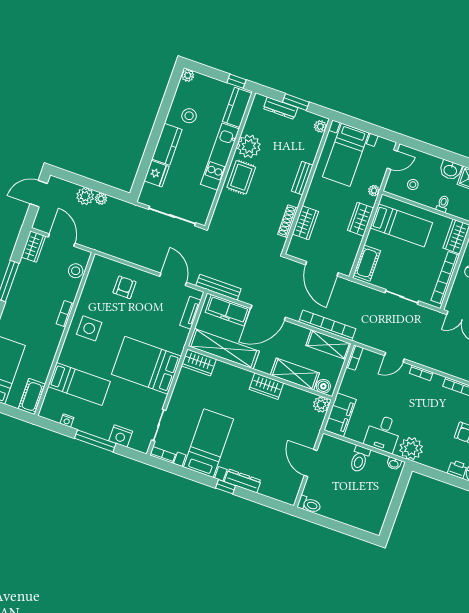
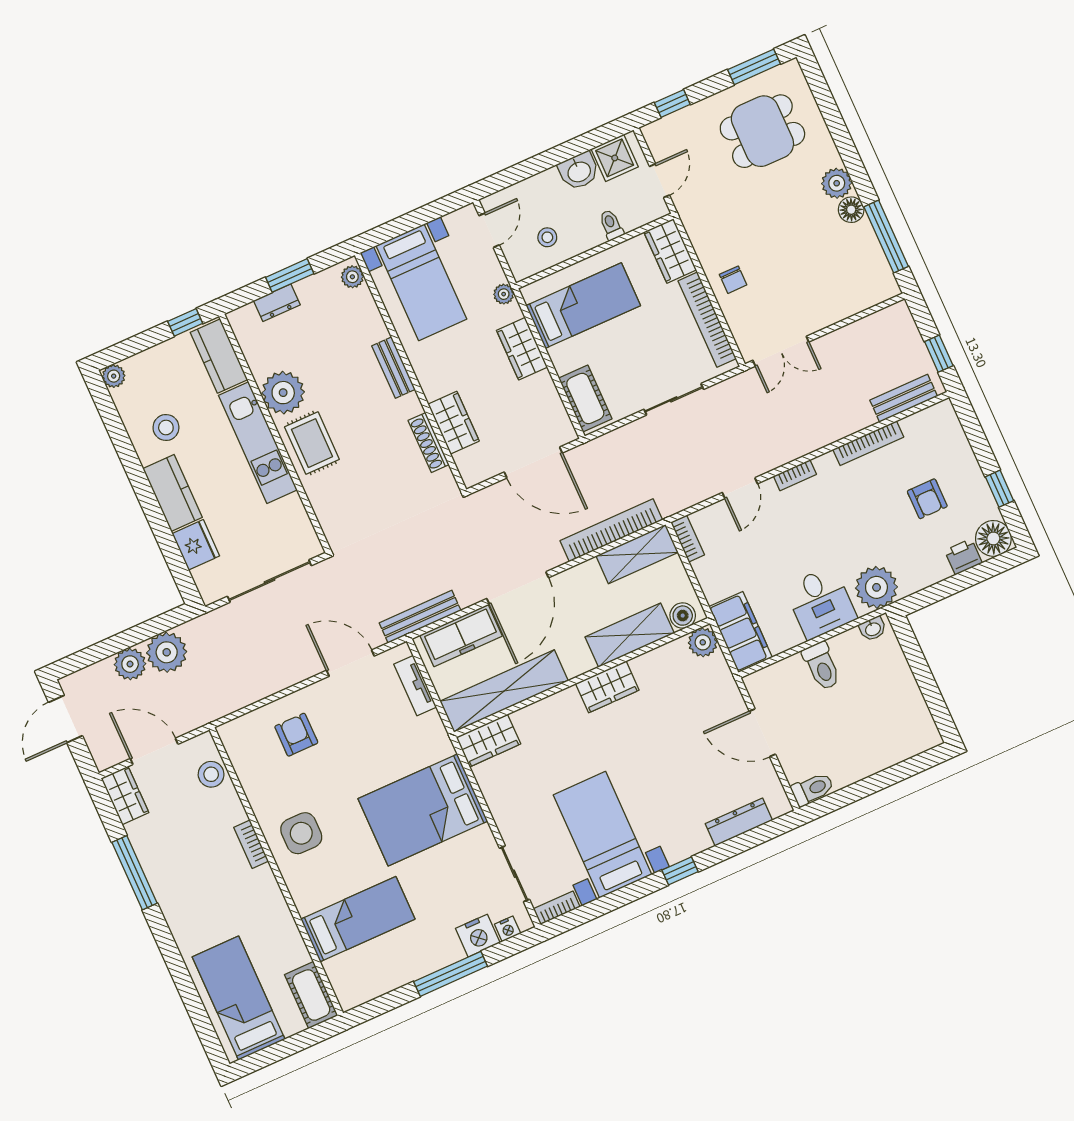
dresser: (280, 108) -> (277, 303), width x0.70
plant: (101, 199) -> (167, 652), width x1.88, depth x1.88
nightstand: (67, 421) -> (508, 929), moved
dresser: (243, 481) -> (739, 822), moved

